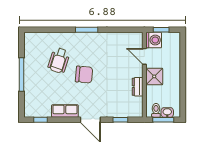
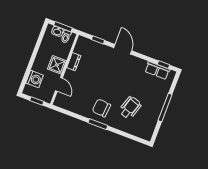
washing machine: (154, 40) -> (35, 79), moved, turned 180
chair: (84, 75) -> (101, 108), moved
row of seats: (65, 111) -> (157, 70), moved

